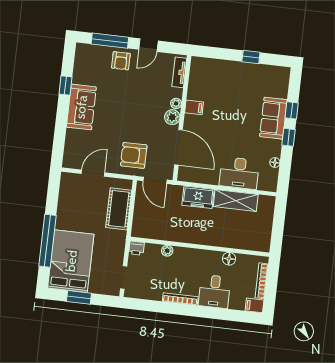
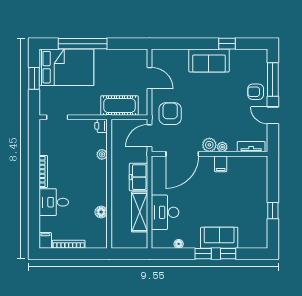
wall: (200, 247) -> (109, 184), moved
printer: (136, 248) -> (101, 126), moved
plant: (167, 251) -> (102, 154), moved
floor lamp: (229, 259) -> (101, 212), moved

